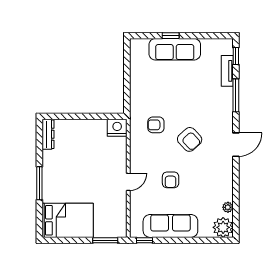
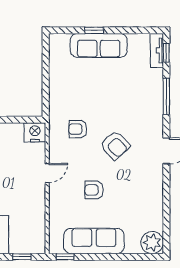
tv unit: (227, 71) -> (157, 50), moved
armchair: (171, 180) -> (94, 190), turned 90
door: (128, 182) -> (47, 173), moved
plant: (228, 207) -> (157, 220), removed
window: (105, 240) -> (22, 257), width x0.67

